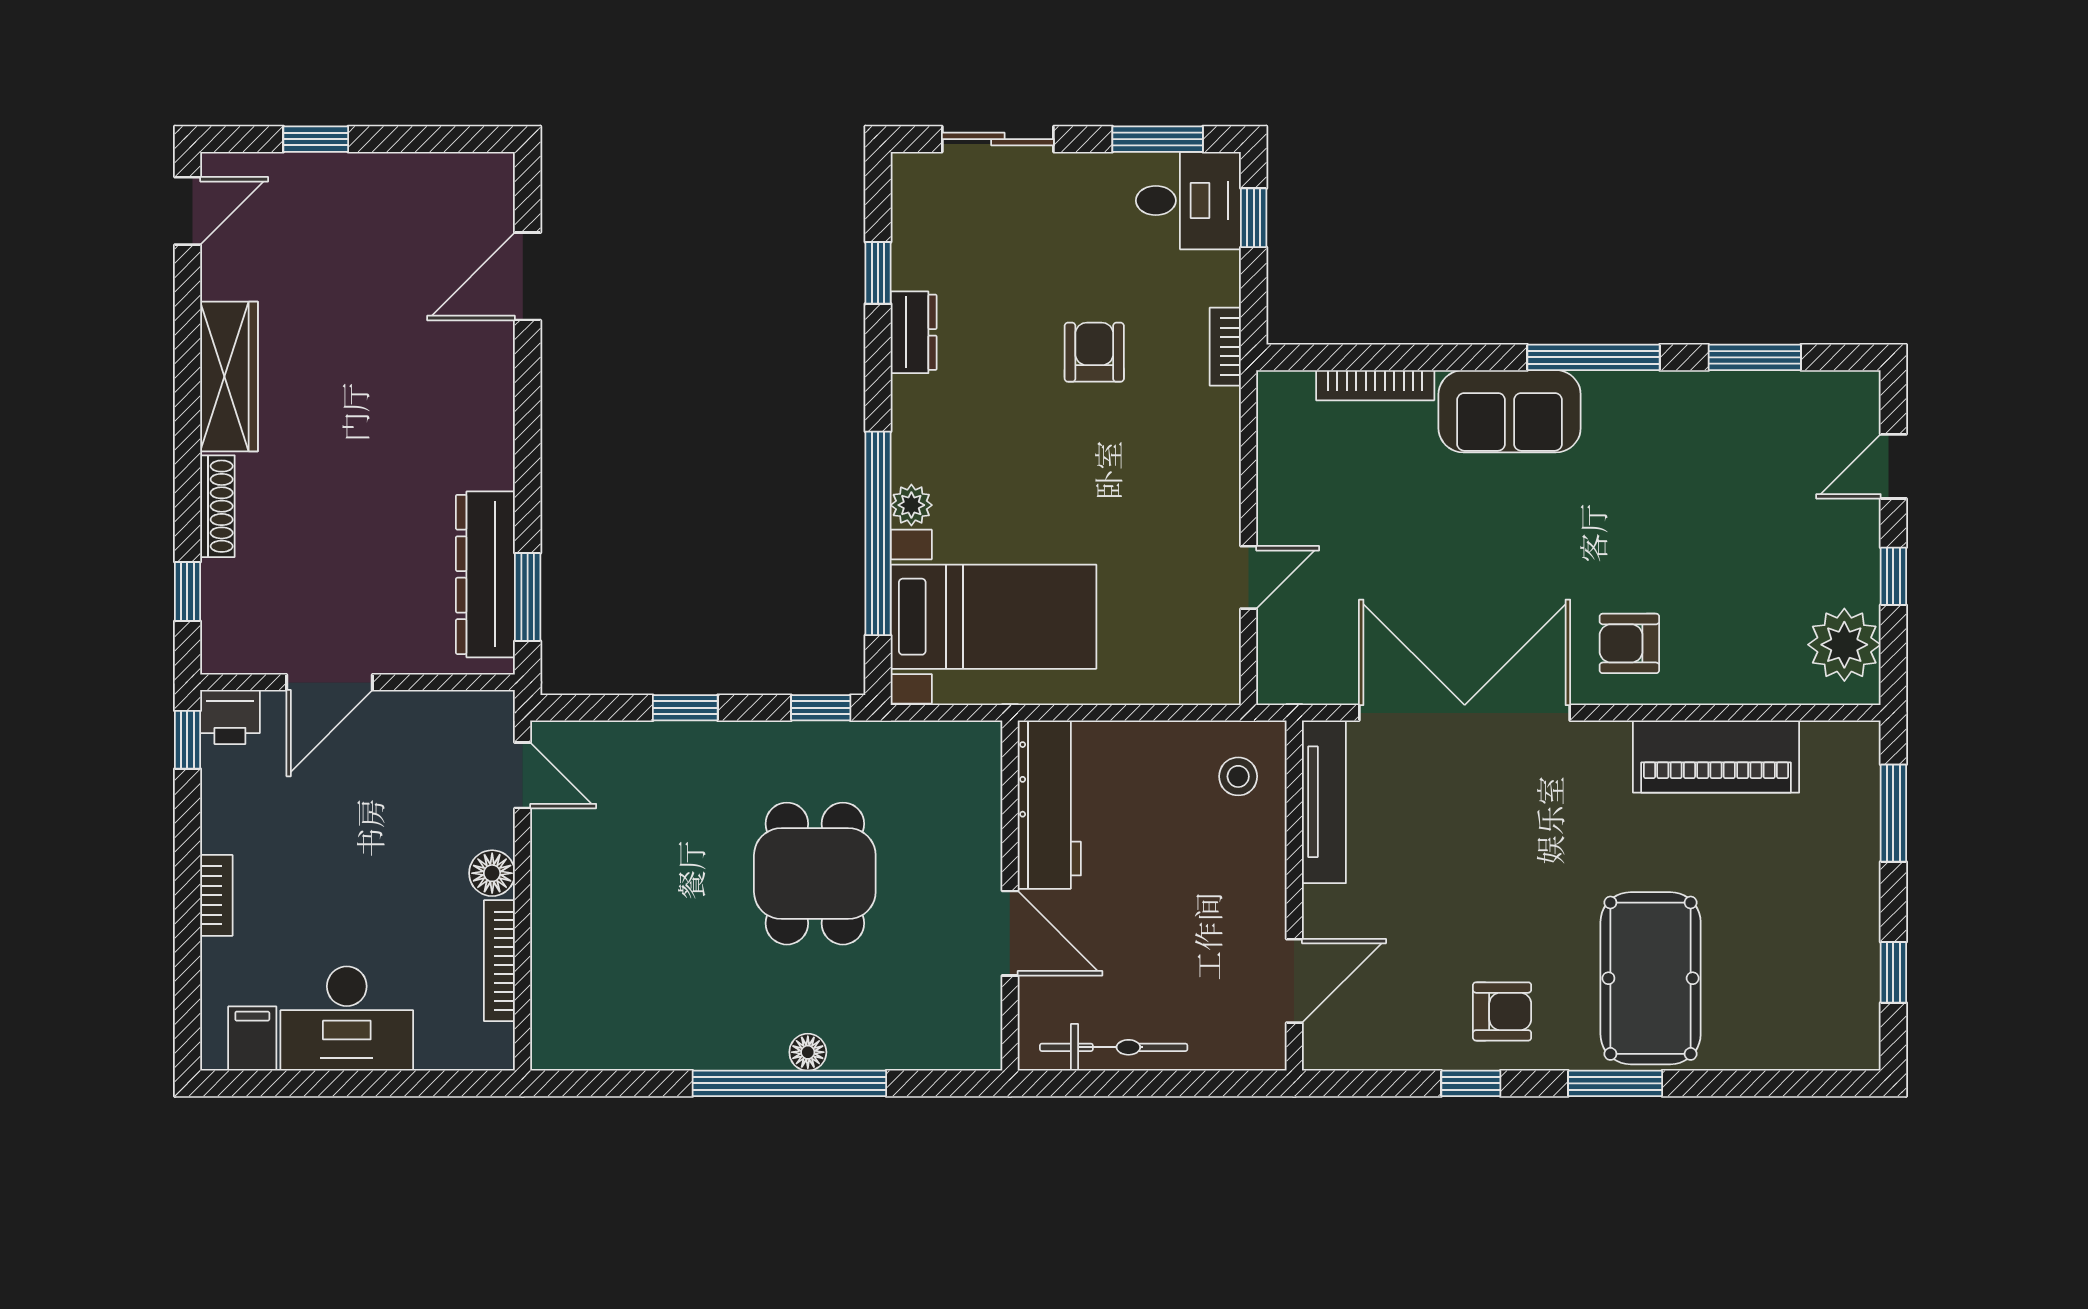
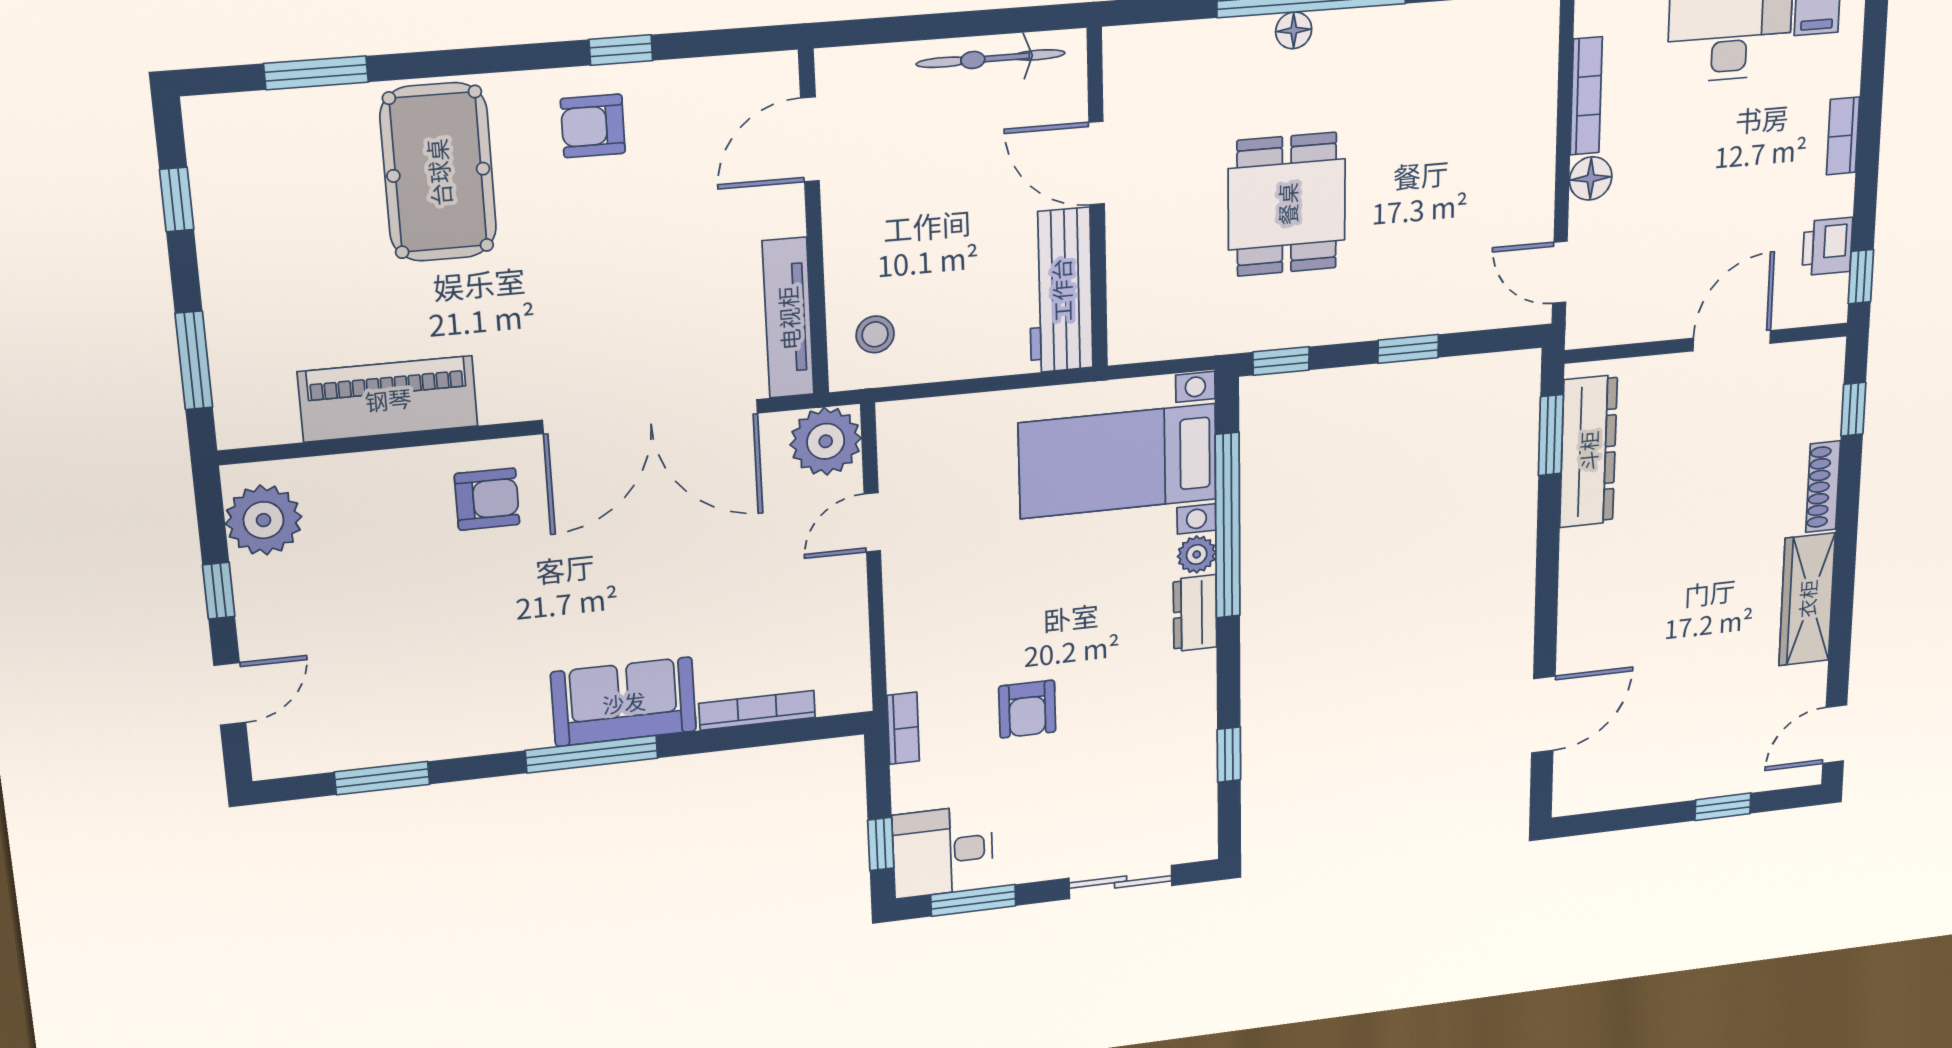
dresser: (914, 332) -> (1195, 613), moved
window: (1593, 357) -> (592, 754), moved
plant: (1292, 669) -> (826, 441), added
printer: (230, 717) -> (1827, 247), moved, turned -90
window: (1615, 1083) -> (316, 73), moved

